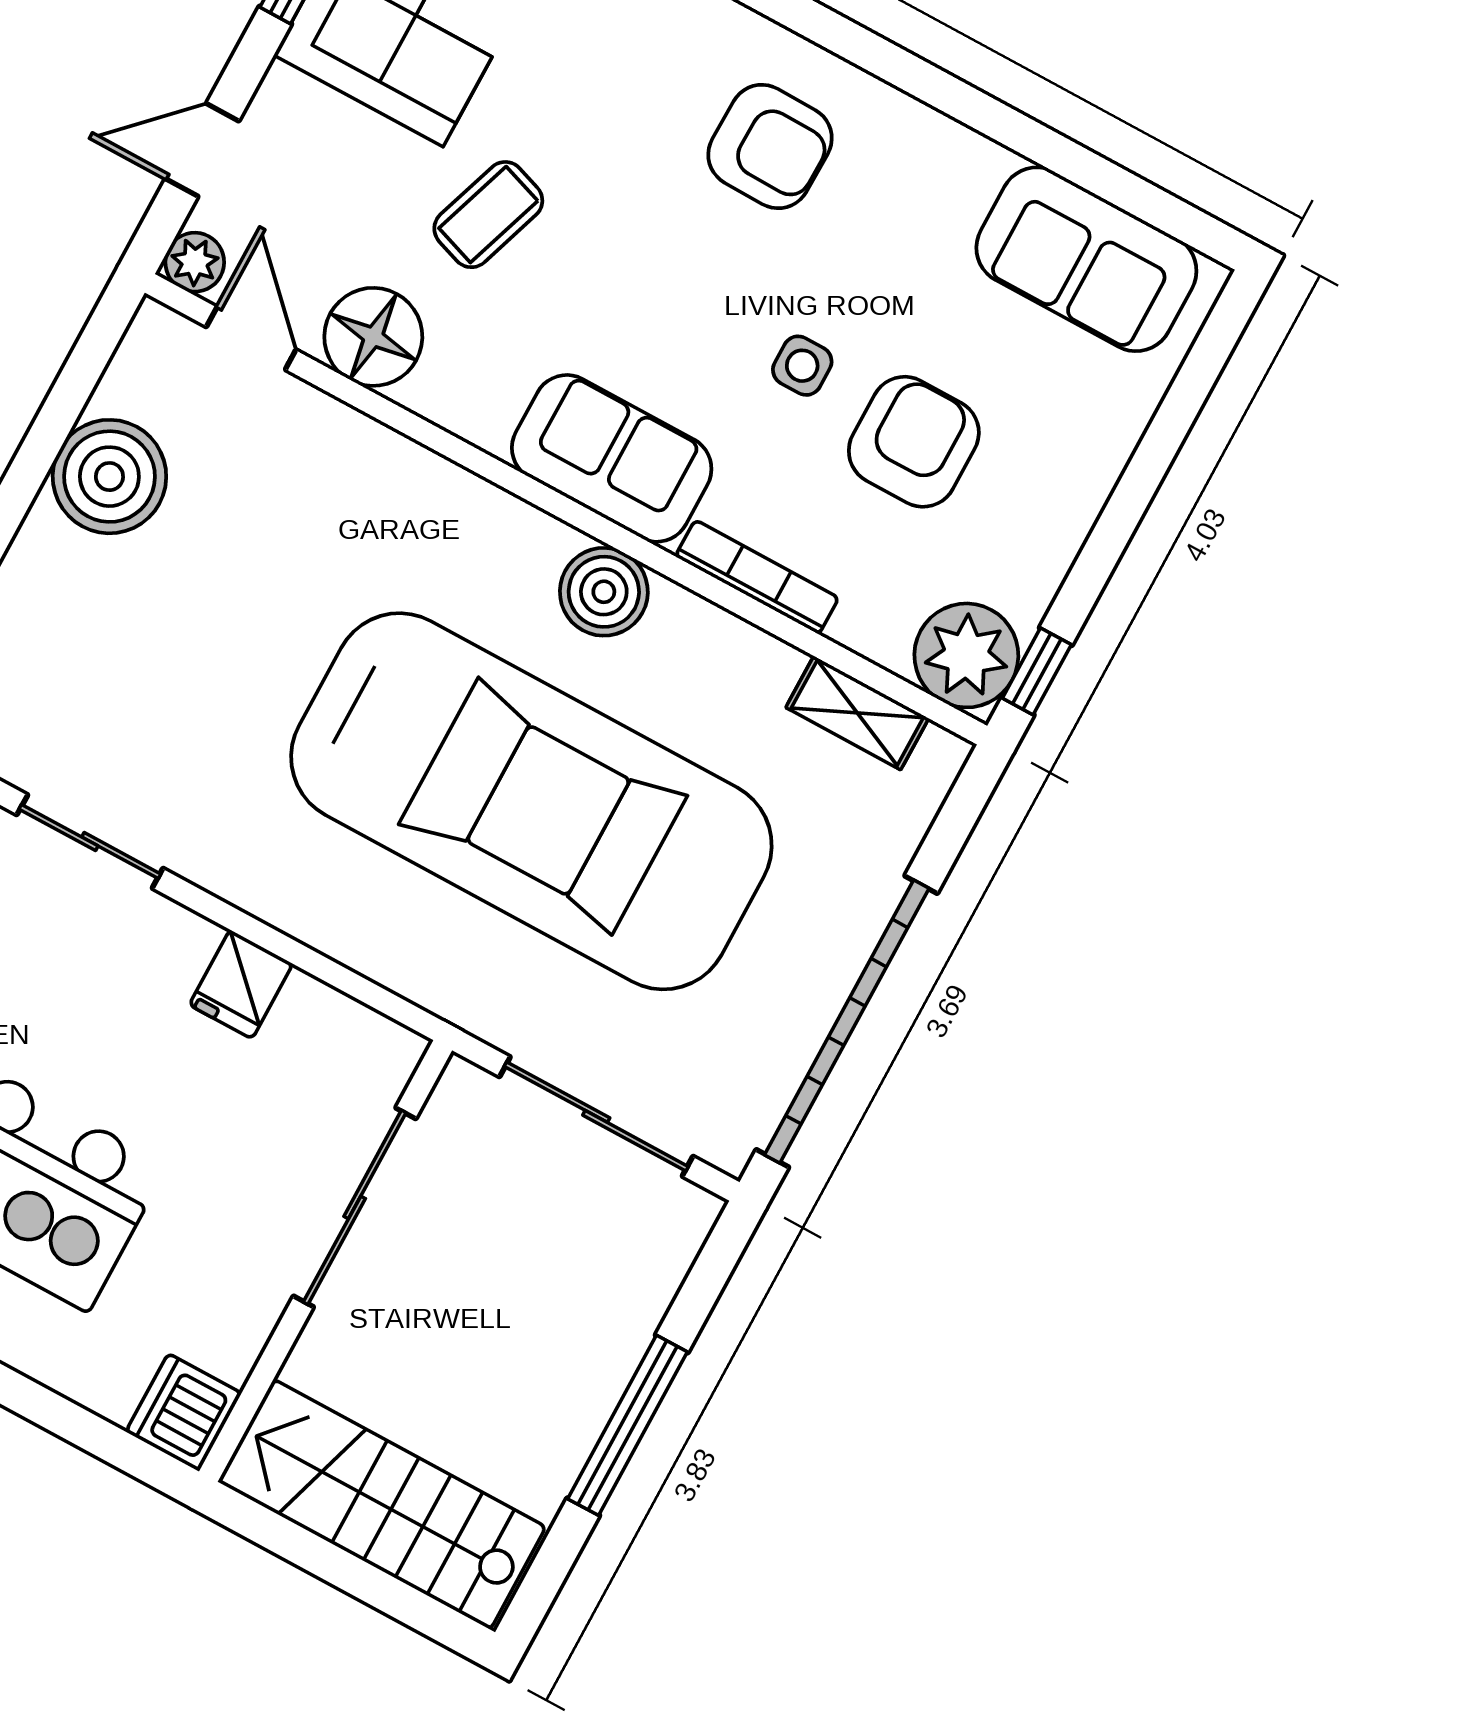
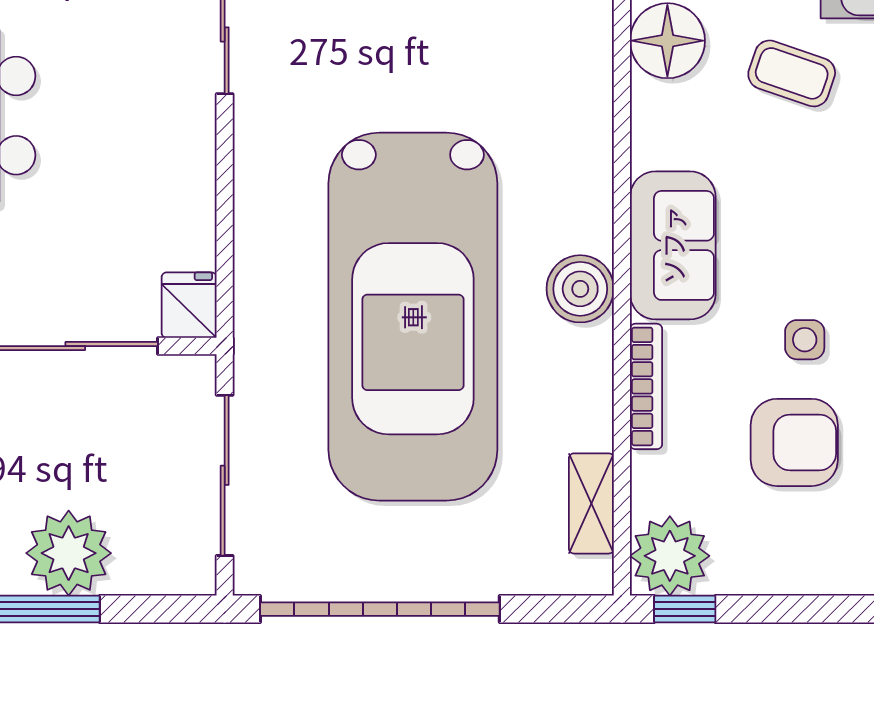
fridge: (241, 984) -> (189, 305), moved, turned 90
plant: (588, 1344) -> (69, 553), added

